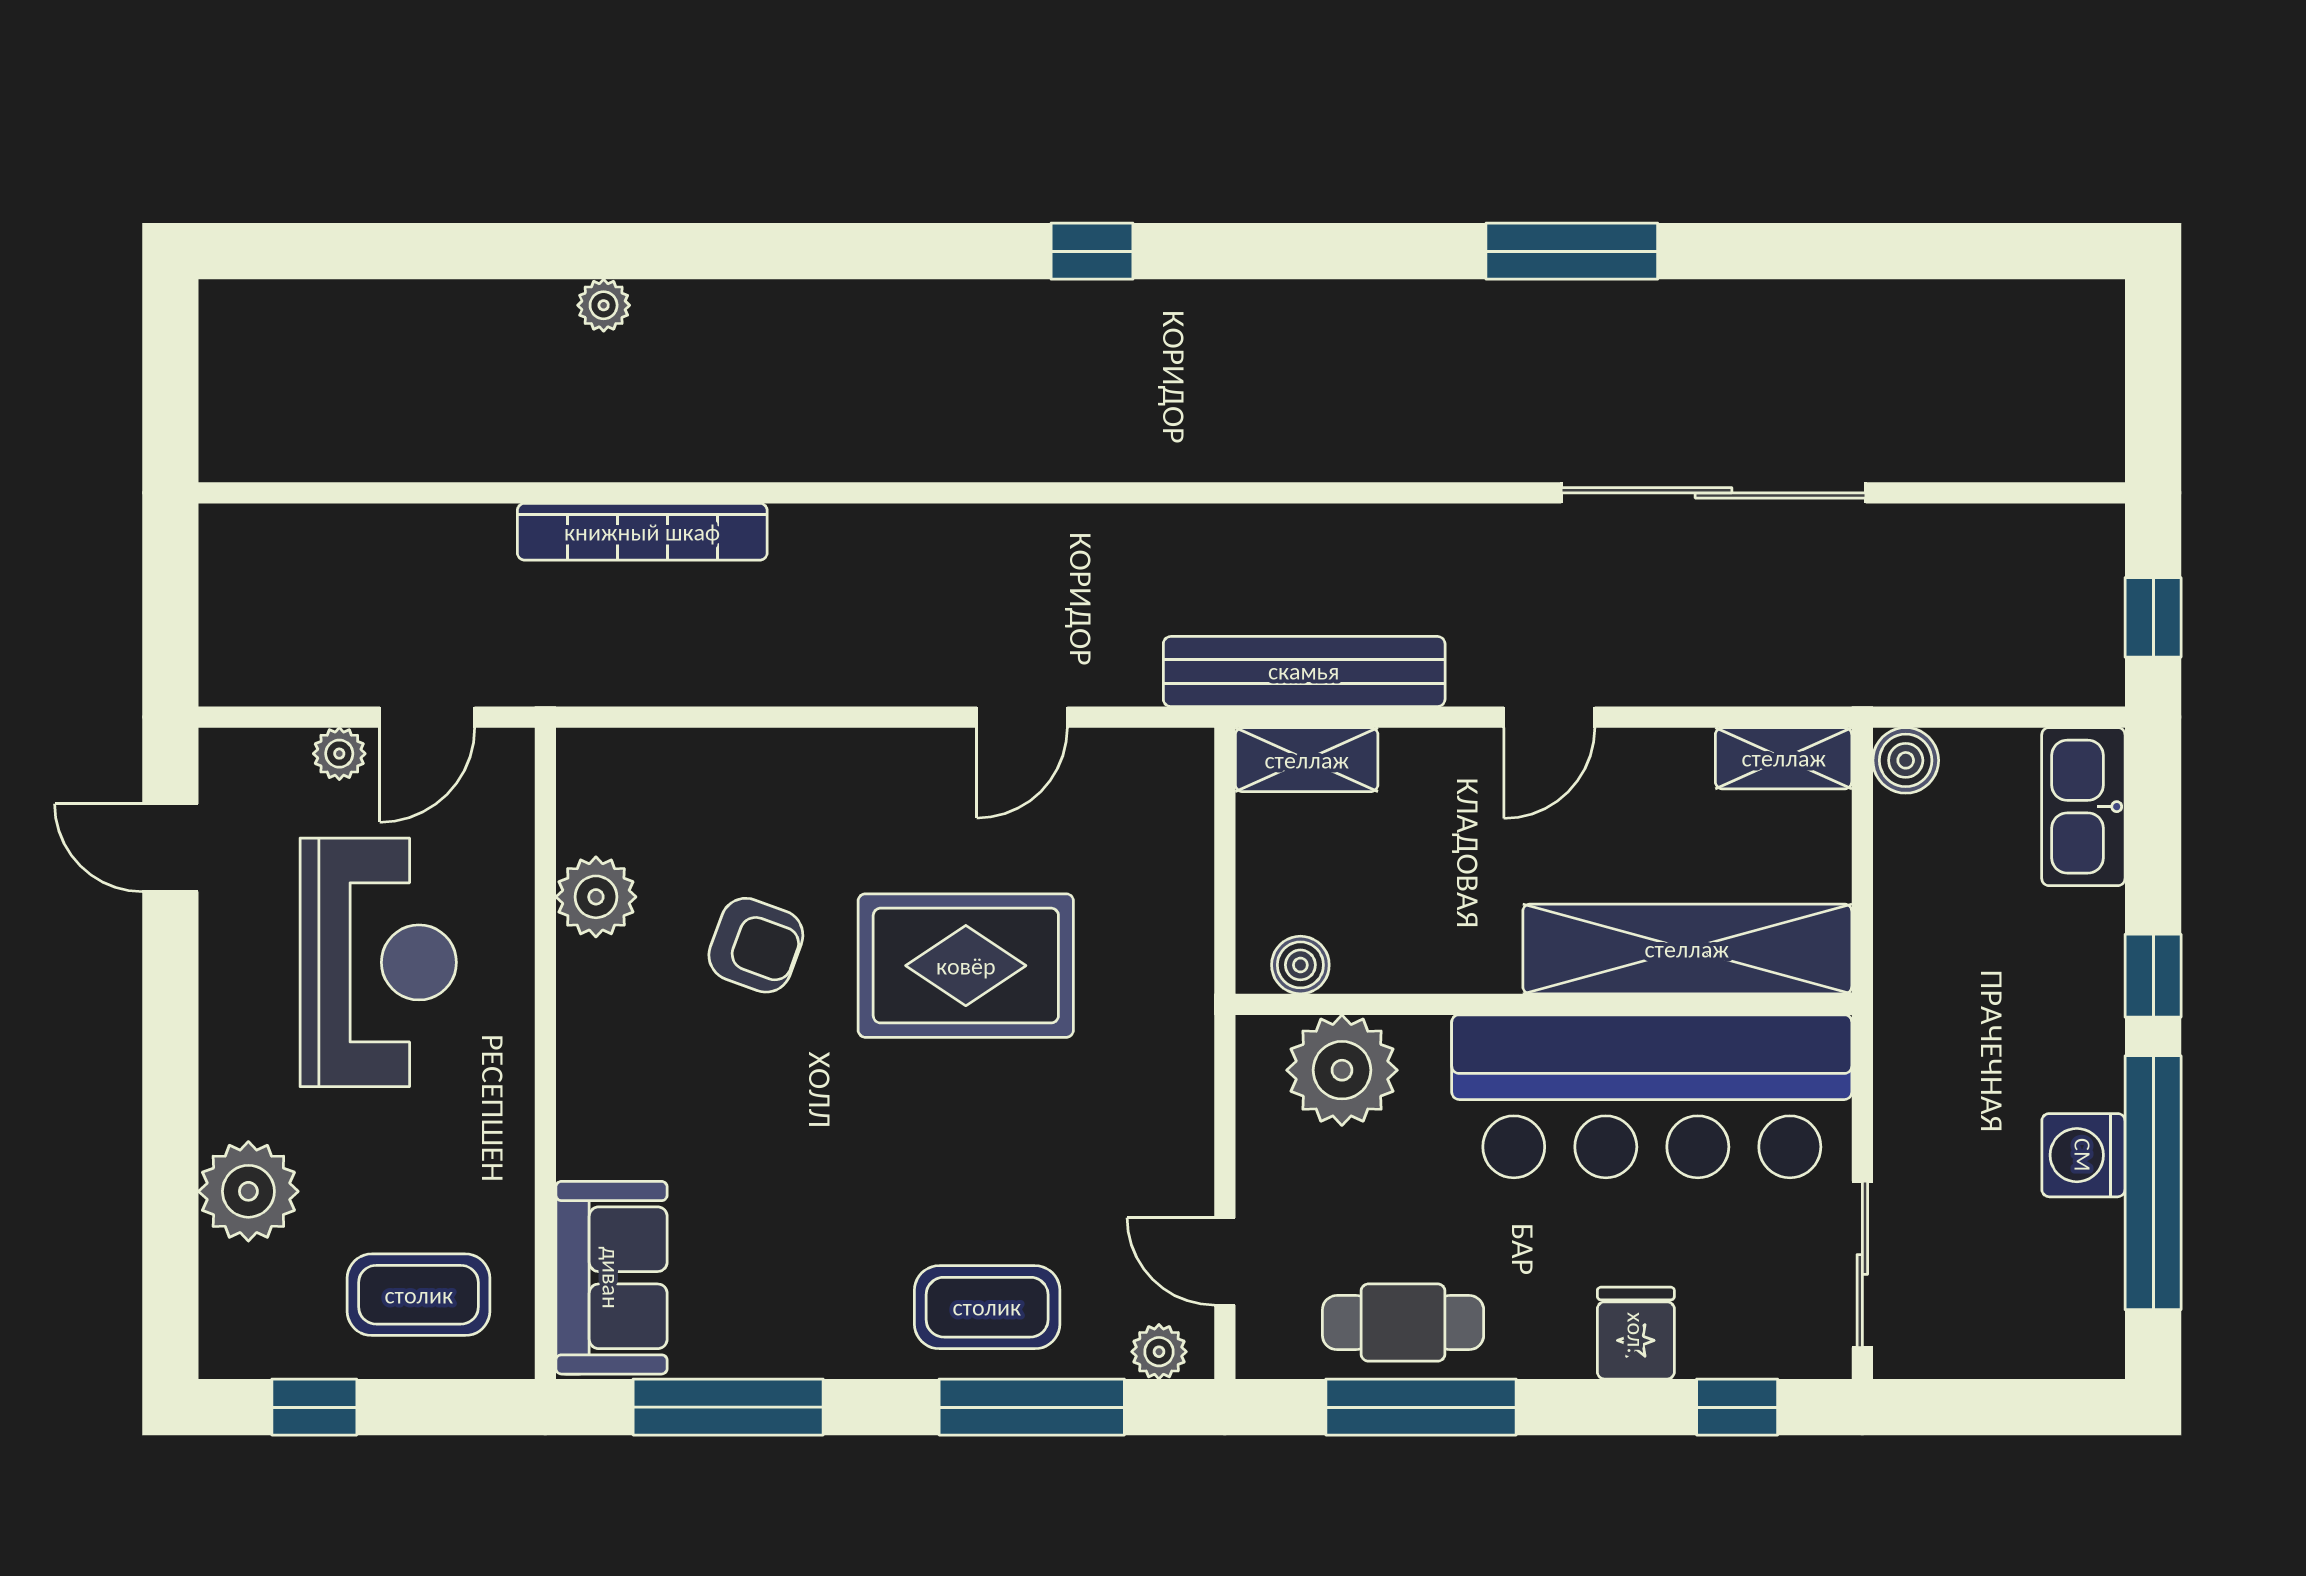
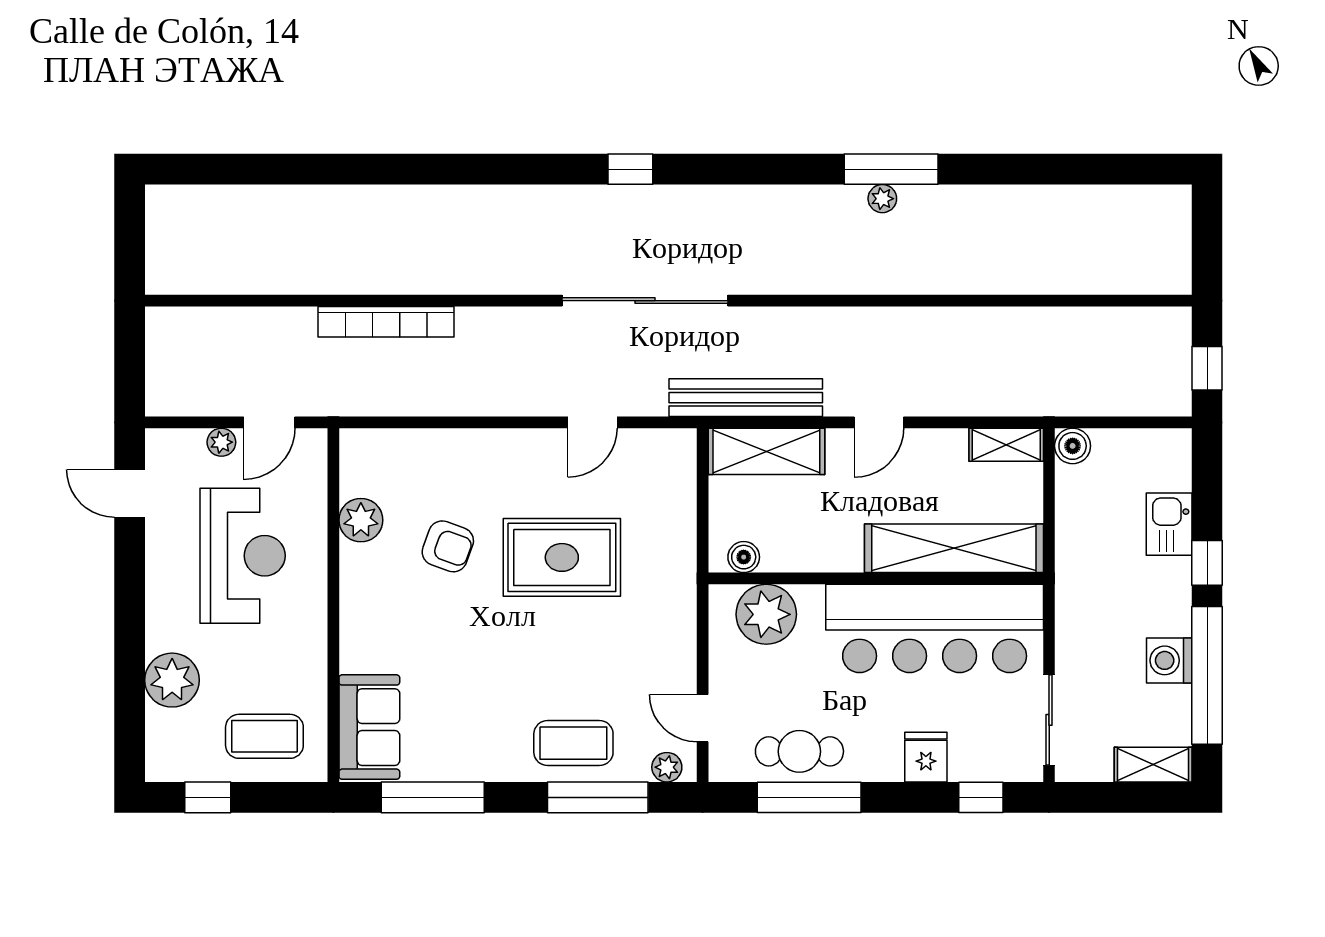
plant: (604, 305) -> (882, 199), moved
sliding door: (1713, 493) -> (645, 301), moved
shelving: (1307, 760) -> (766, 451), width x1.50, depth x1.33
kitchen sink: (2083, 807) -> (1169, 524), moved, width x0.73
shelving: (2054, 1347) -> (1153, 765), added

